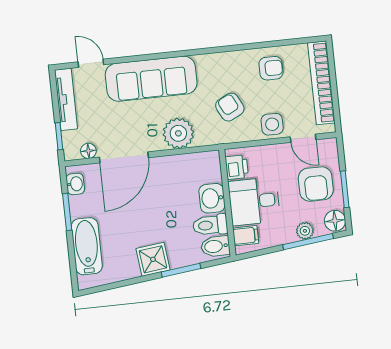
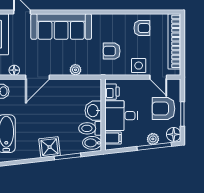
armchair: (230, 107) -> (112, 51), turned -63
plant: (178, 133) -> (75, 70), width x0.53, depth x0.53
door: (124, 157) -> (37, 77), width x0.73
armchair: (316, 184) -> (163, 109), turned 90

